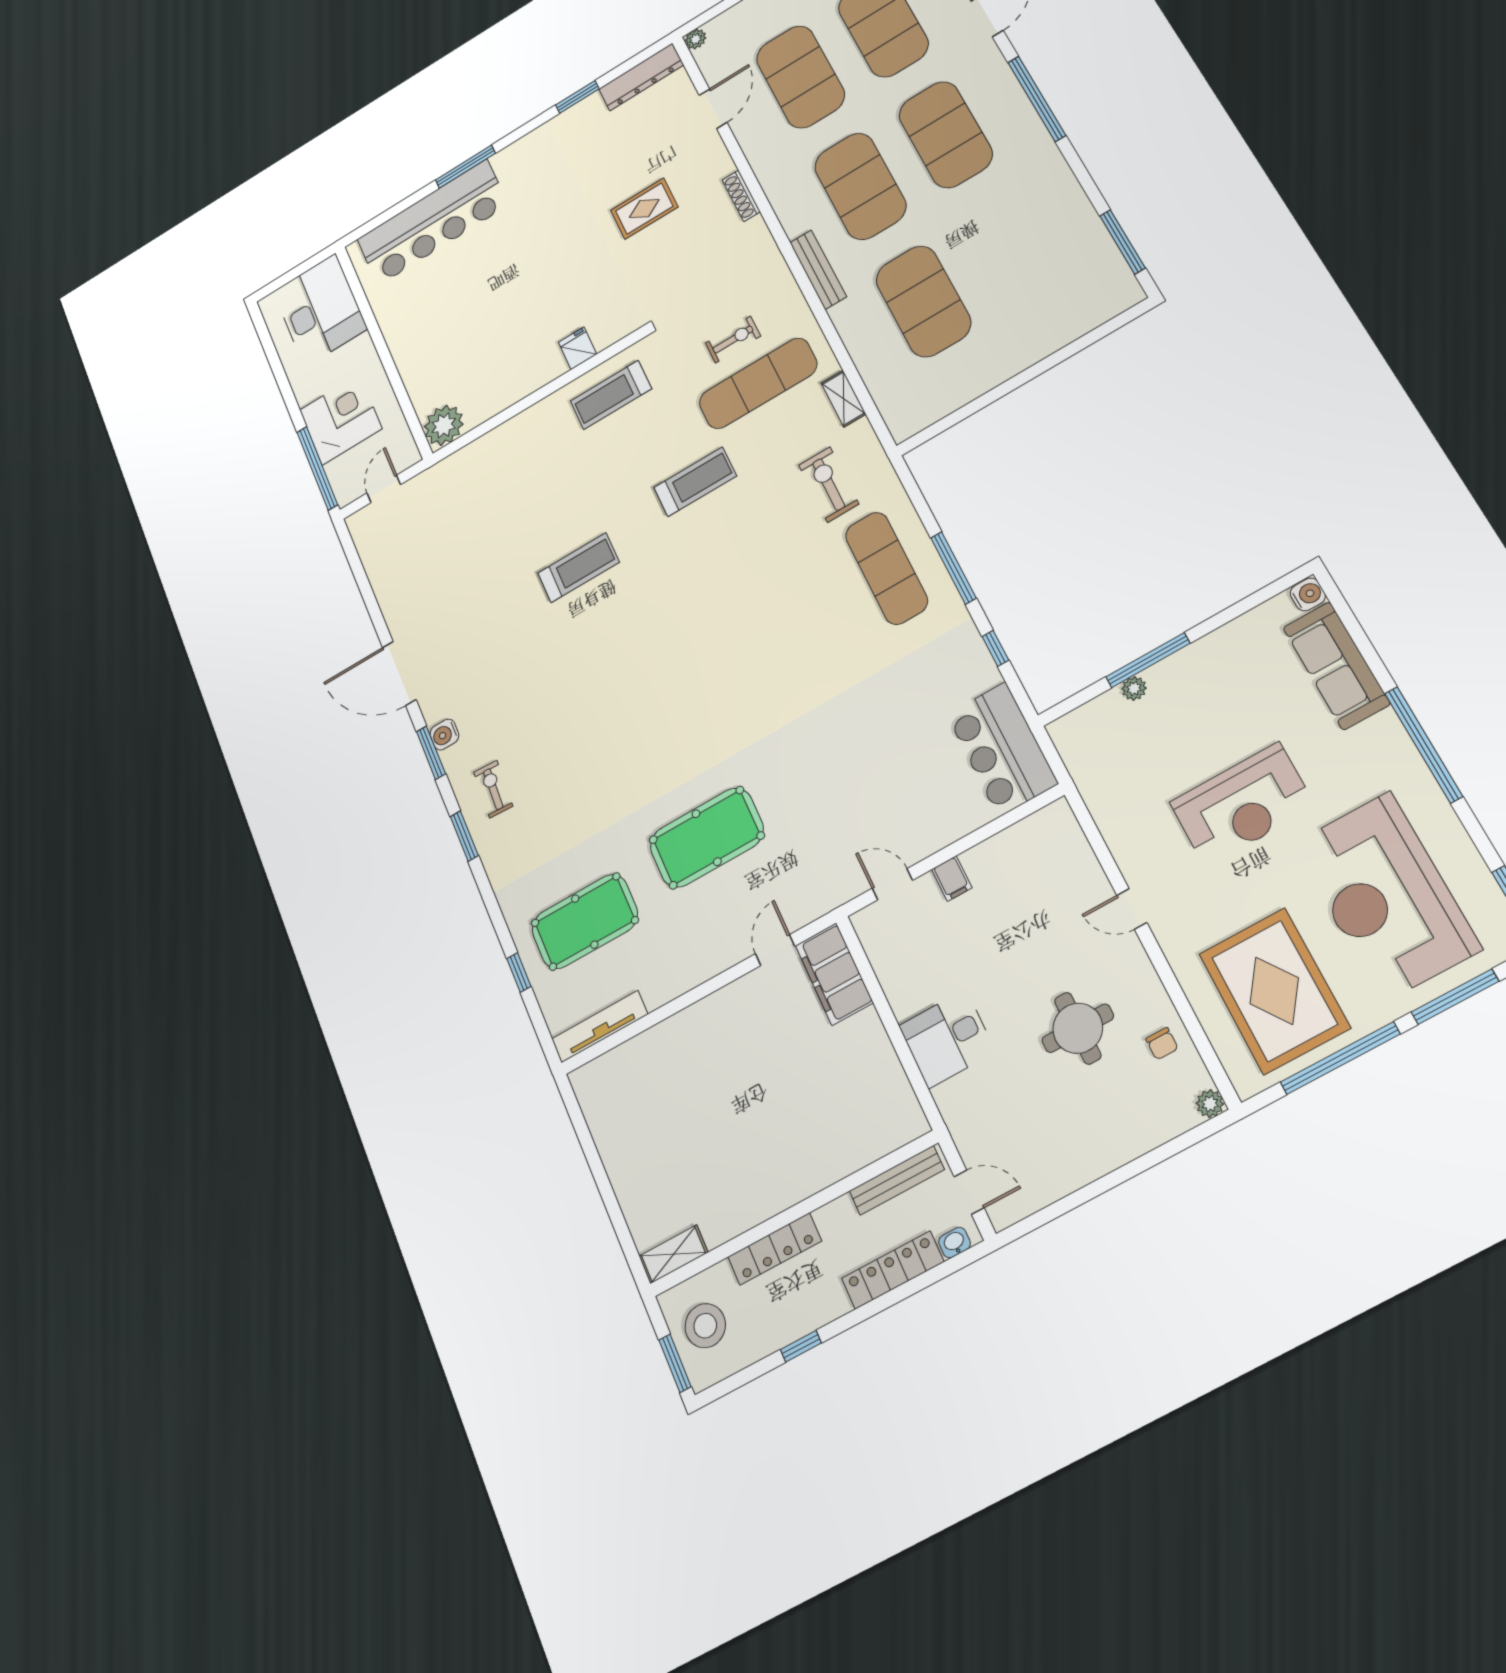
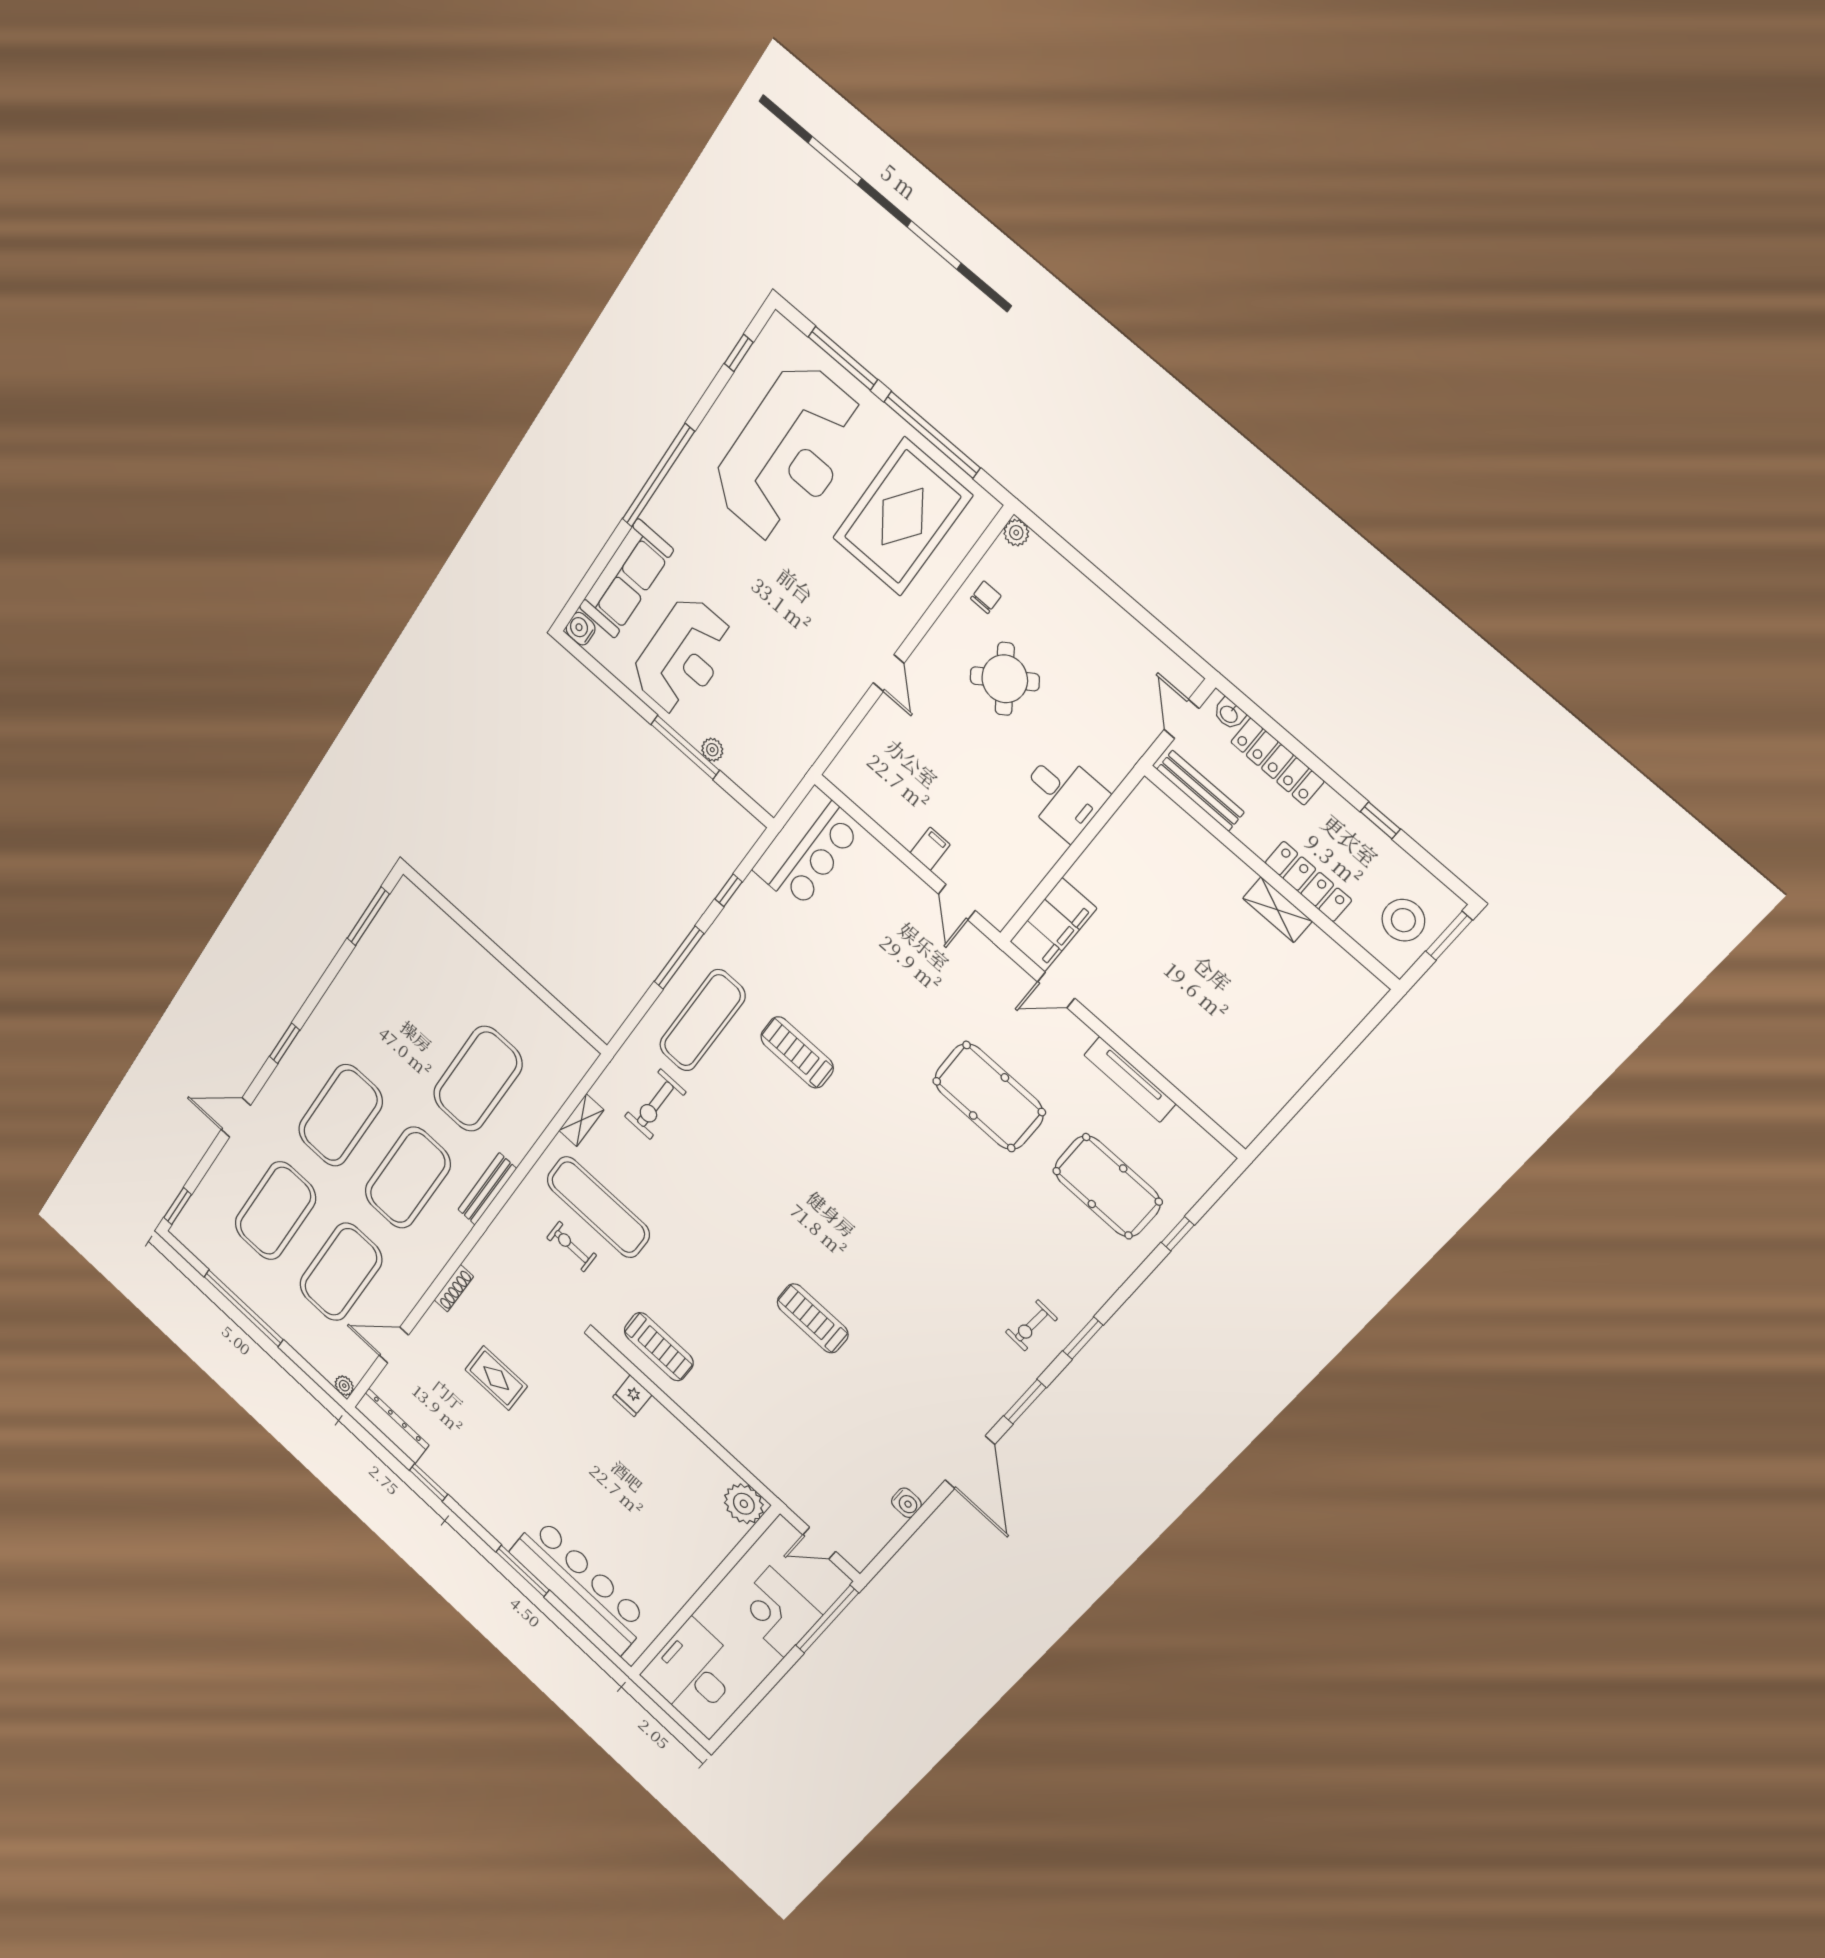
window: (1037, 99) -> (285, 1043), width x0.47
treadmill: (695, 482) -> (797, 1052), moved
water cooler: (444, 735) -> (906, 1503), moved
reception desk: (1242, 804) -> (683, 656), moved, turned 90
tv unit: (600, 1027) -> (1130, 1079), moved
round table: (1078, 1028) -> (1005, 679), turned -35
shelving: (673, 1254) -> (1277, 910), moved

